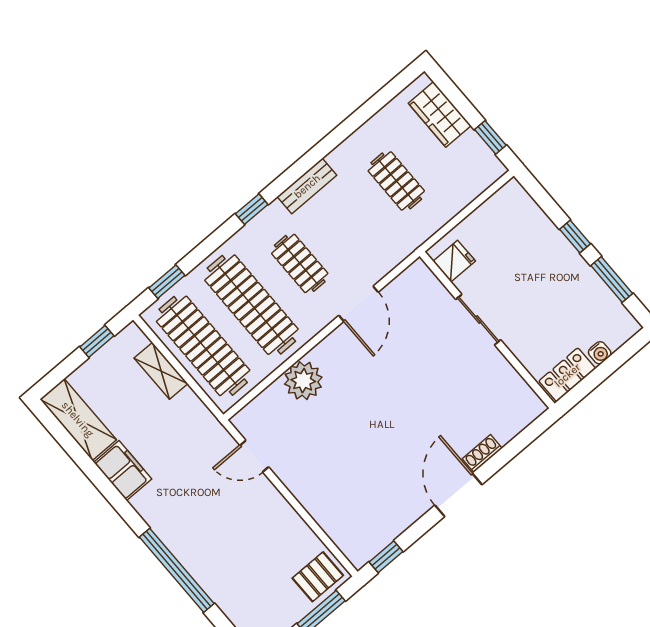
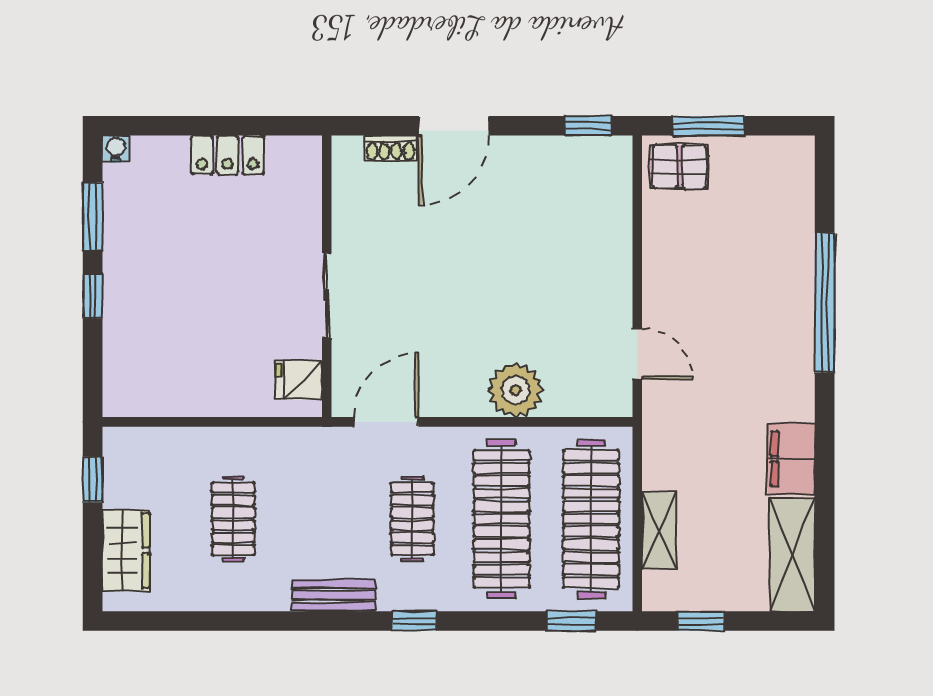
fridge: (454, 261) -> (299, 380), moved
sliding door: (478, 320) -> (327, 295), moved
wall: (487, 330) -> (327, 276), moved
water cooler: (600, 353) -> (116, 149), moved

